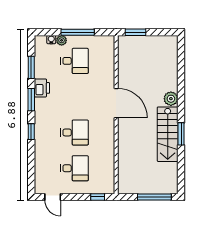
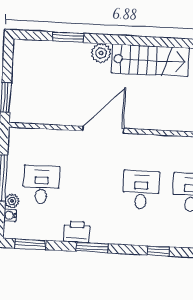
window: (31, 67) -> (30, 244), moved
window: (31, 132) -> (158, 251), moved
window: (181, 134) -> (68, 37), moved

